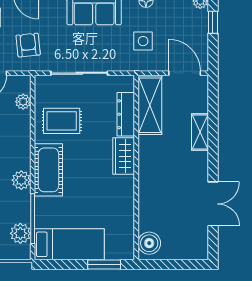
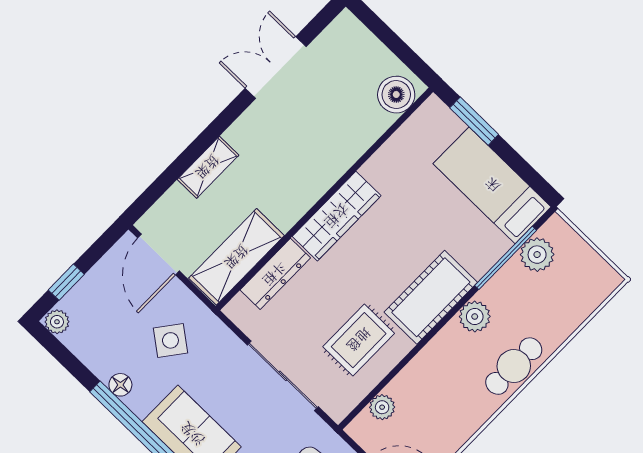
side table: (143, 41) -> (170, 340), turned 37
rug: (62, 121) -> (359, 340), turned 90
wardrobe: (124, 156) -> (337, 216), width x1.50

